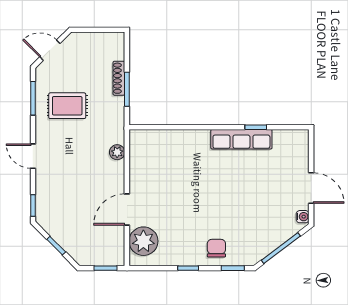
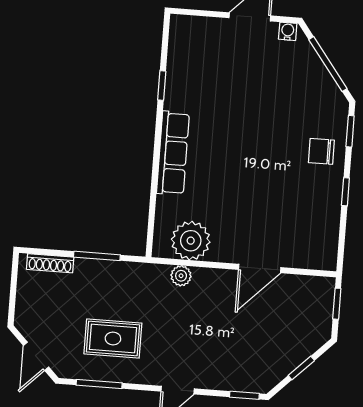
shoe rack: (119, 78) -> (50, 263), moved
rug: (67, 106) -> (113, 338), turned 90
row of seats: (241, 139) -> (173, 153), moved
door: (127, 209) -> (260, 268), hinge flipped
plant: (143, 241) -> (191, 241), moved

